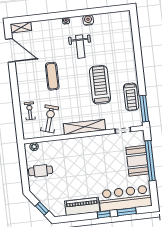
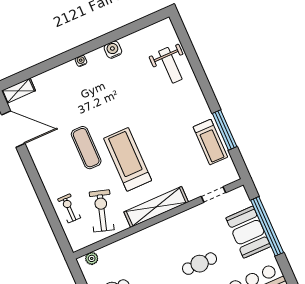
weight bench: (80, 47) -> (170, 65), moved
treadmill: (100, 85) -> (128, 159), moved
window: (144, 109) -> (225, 130), moved
cafe table: (101, 171) -> (200, 264), added

